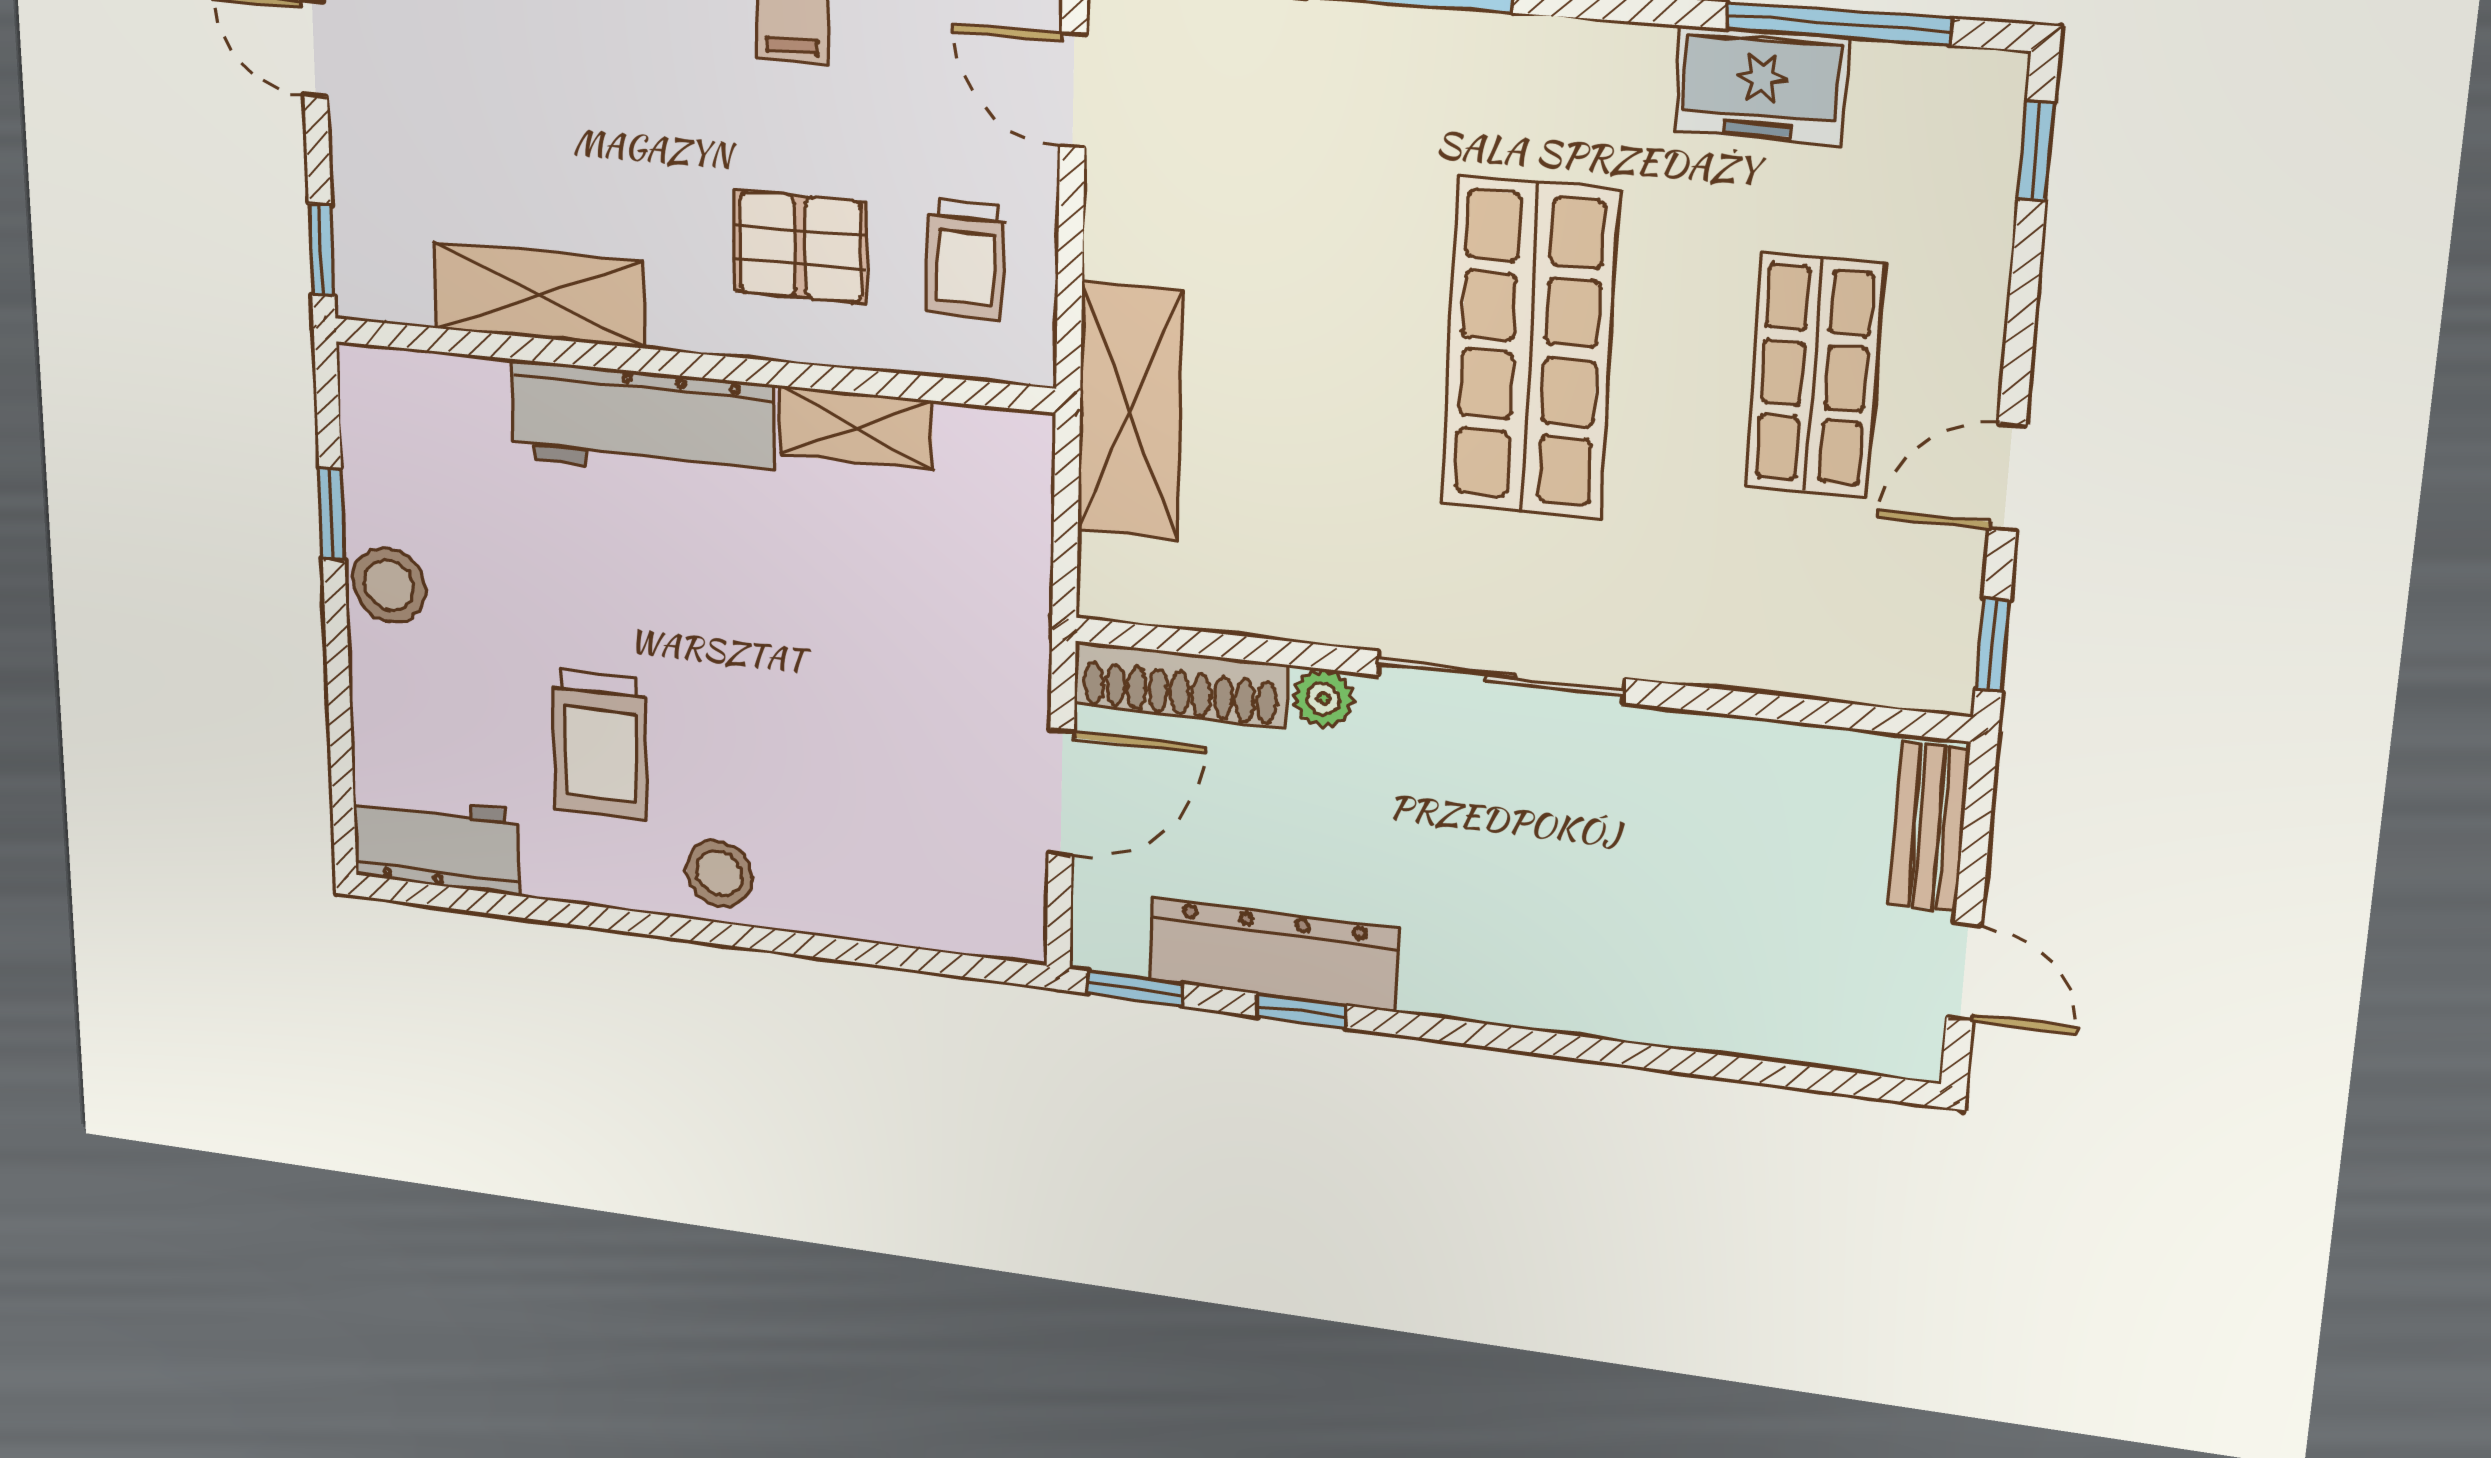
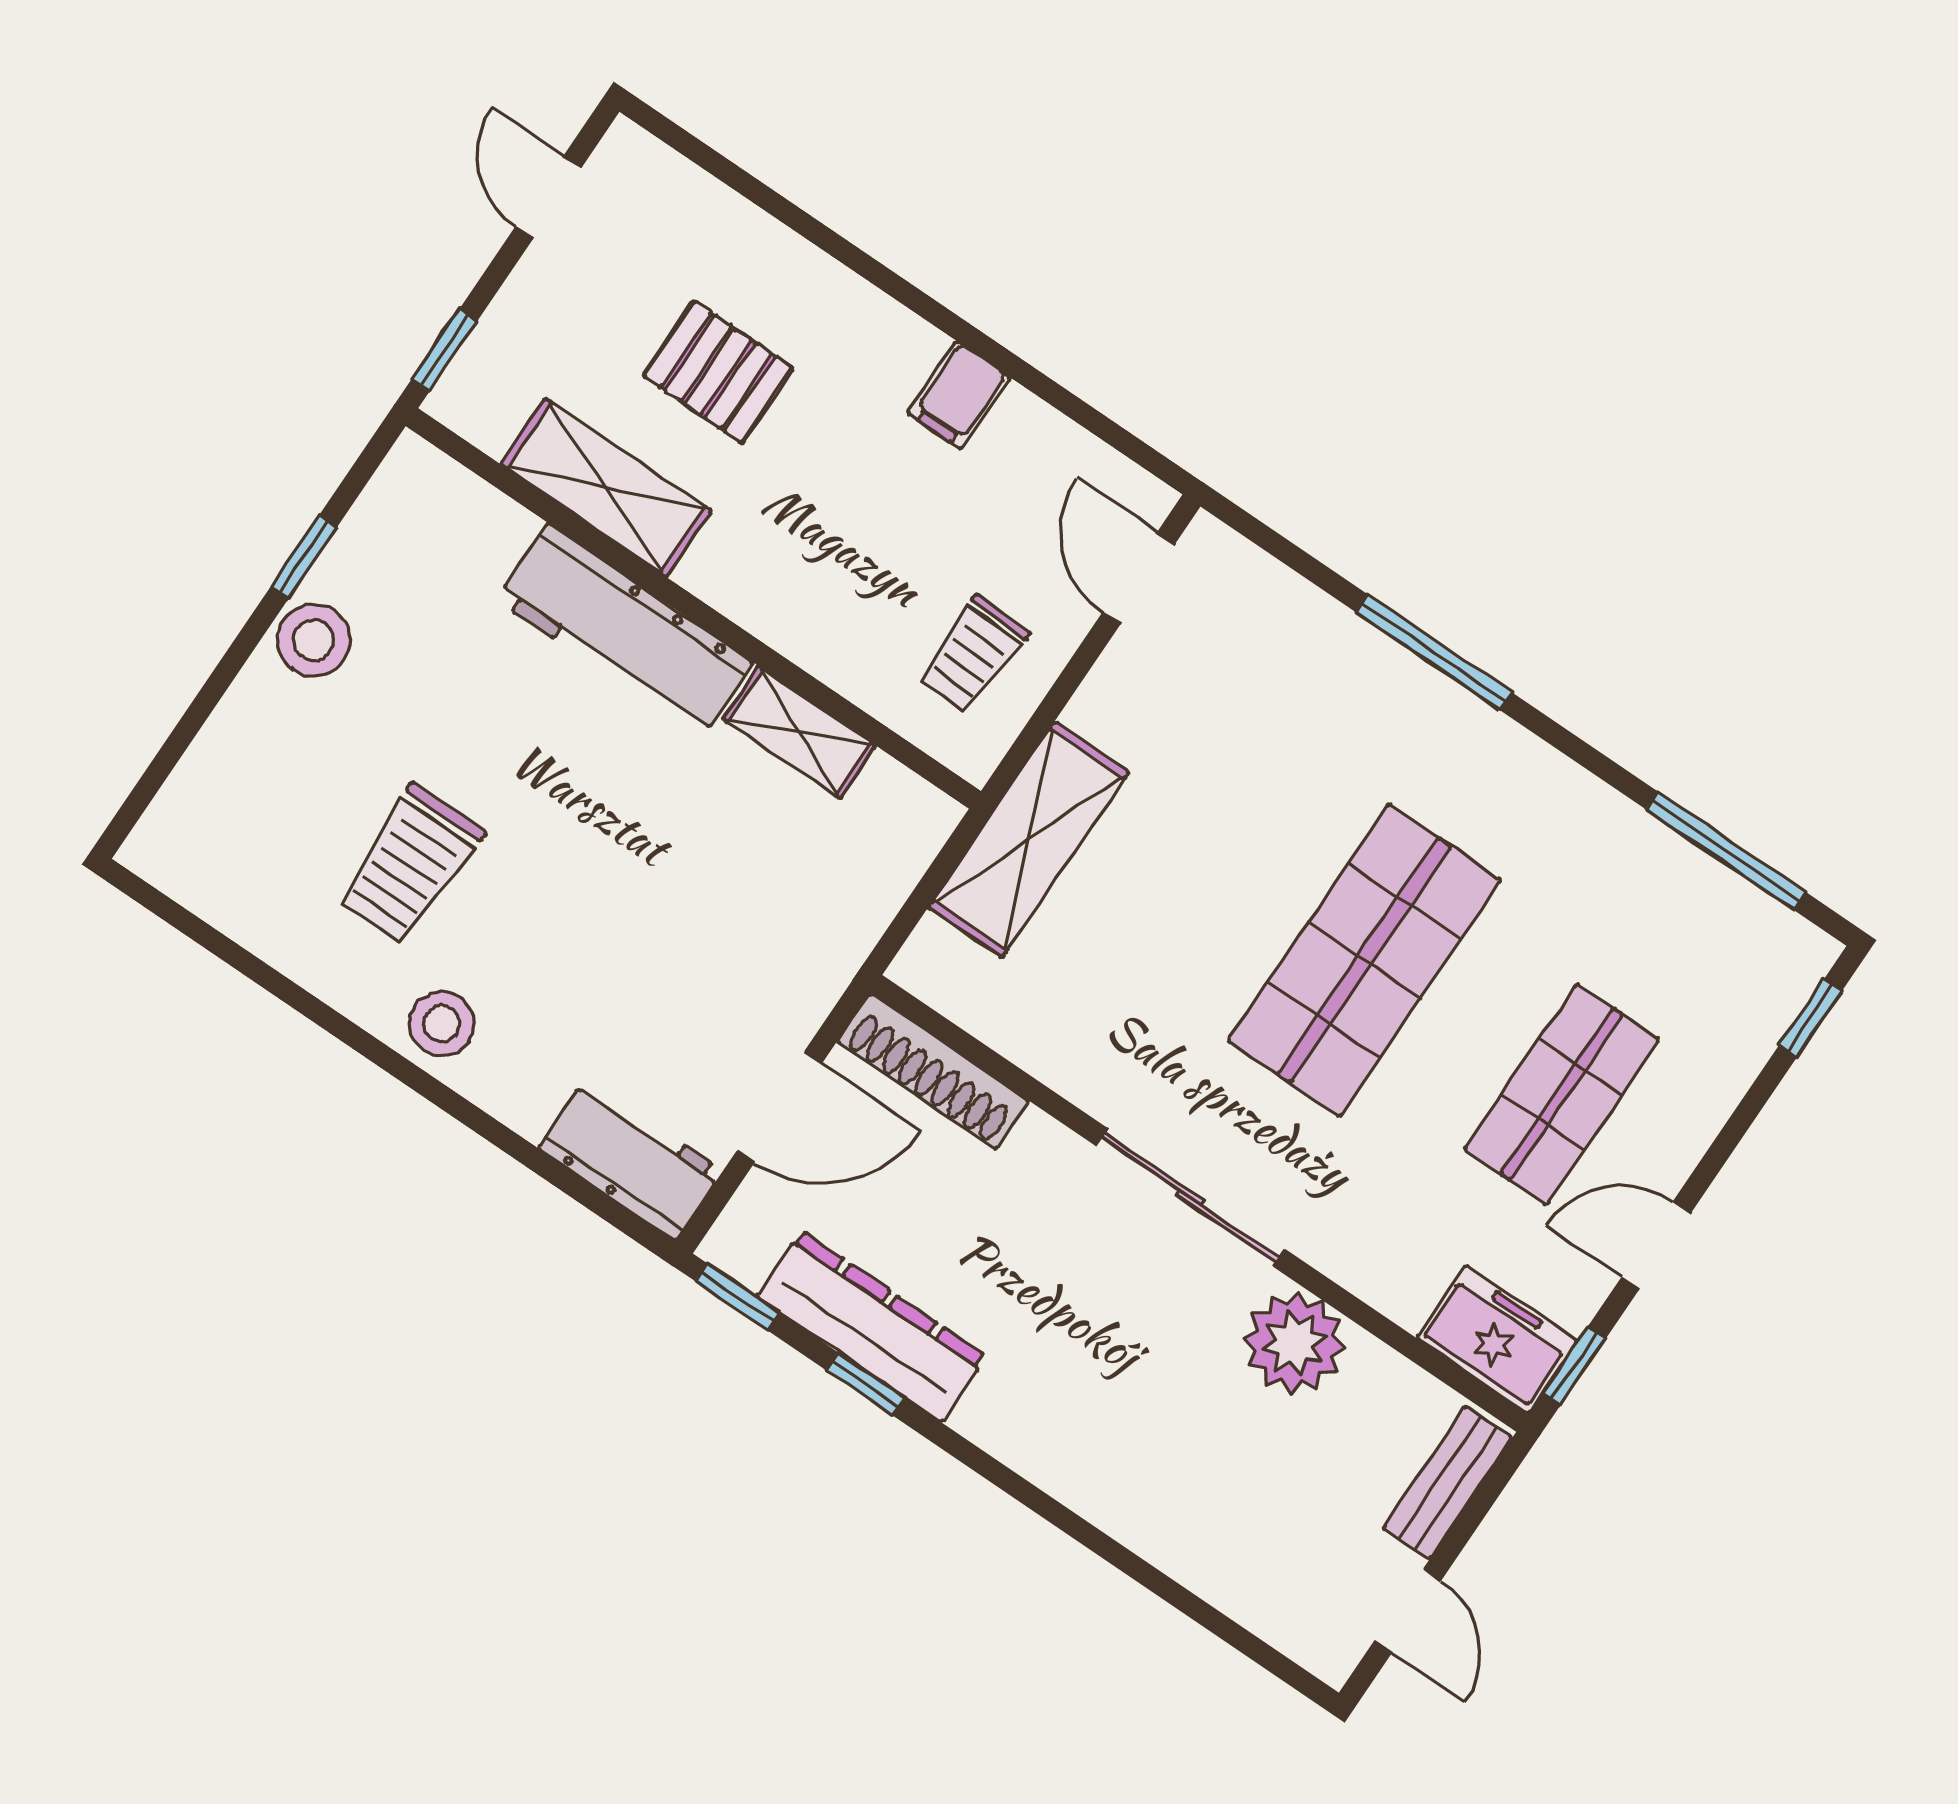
freezer: (1761, 85) -> (1497, 1339), moved, turned 180
pallet: (800, 247) -> (718, 372), moved
plant: (1323, 698) -> (1294, 1343), moved, width x1.88, depth x1.88
workbench: (436, 843) -> (630, 1159), moved

